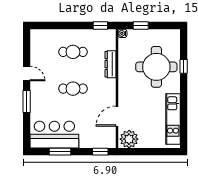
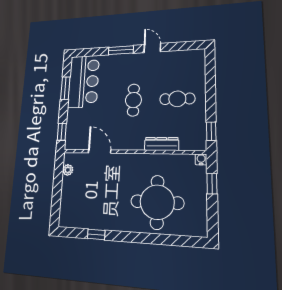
cafe table: (73, 52) -> (177, 99), turned 90
window: (184, 66) -> (96, 234), moved
door: (27, 74) -> (152, 48), swing flipped
kitchen unit: (173, 119) -> (92, 220), removed
plant: (129, 139) -> (68, 170), width x0.53, depth x0.53

